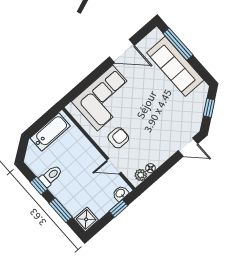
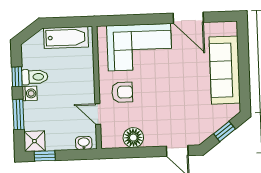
window: (178, 44) -> (243, 52), removed
floor lamp: (150, 168) -> (133, 138), width x1.89, depth x1.89
plant: (141, 175) -> (115, 141), removed
washing machine: (57, 190) -> (30, 93), added
window: (118, 208) -> (45, 156), moved

